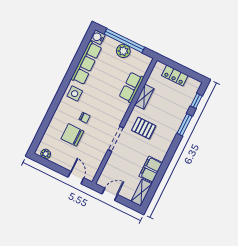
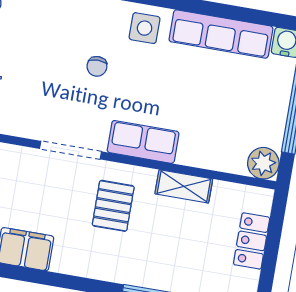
plant: (123, 51) -> (263, 163), moved
row of seats: (131, 87) -> (143, 142), moved
chair: (72, 135) -> (50, 51), removed

